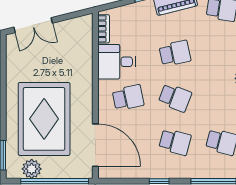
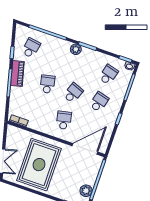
desk: (117, 62) -> (41, 120), removed
rug: (44, 119) -> (39, 165), moved, turned 90

